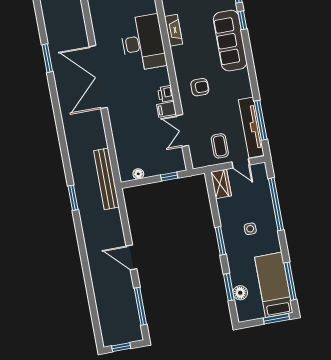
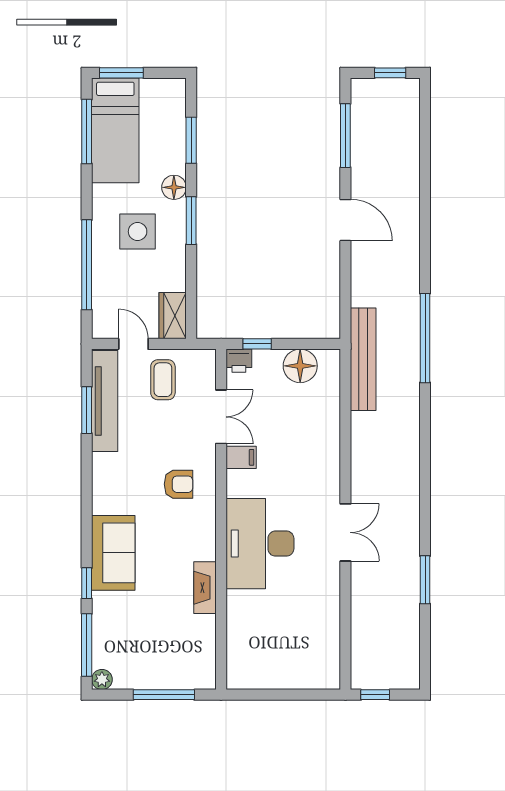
sofa: (230, 41) -> (113, 553), width x0.73
desk: (143, 43) -> (260, 544), moved
double door: (98, 77) -> (345, 532), width x0.54
armchair: (200, 87) -> (178, 484), turned 180
printer: (166, 94) -> (239, 361), moved, turned 90
window: (261, 120) -> (87, 410), width x0.69
floor lamp: (138, 174) -> (300, 366), width x1.89, depth x1.89
window: (73, 198) -> (425, 338), width x2.11
side table: (250, 229) -> (138, 232), width x1.87, depth x1.87
floor lamp: (240, 293) -> (174, 187), moved

